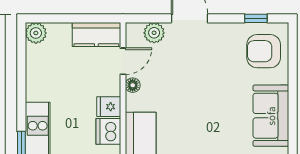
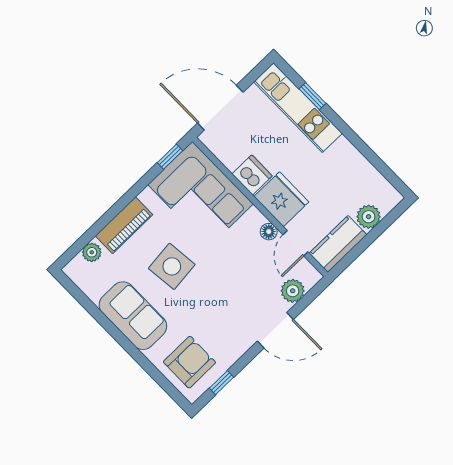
plant: (36, 33) -> (369, 217), moved
fridge: (109, 107) -> (281, 199), width x1.88, depth x1.34
side table: (216, 123) -> (172, 266), added

